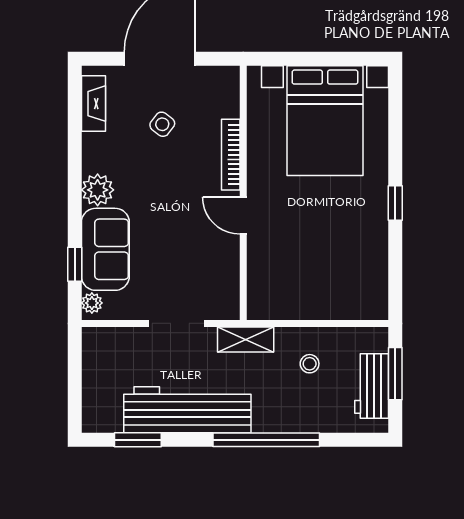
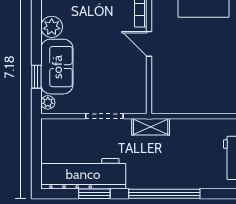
stool: (310, 364) -> (193, 143), removed
workbench: (187, 410) -> (83, 174), moved
window: (138, 440) -> (94, 194), moved

